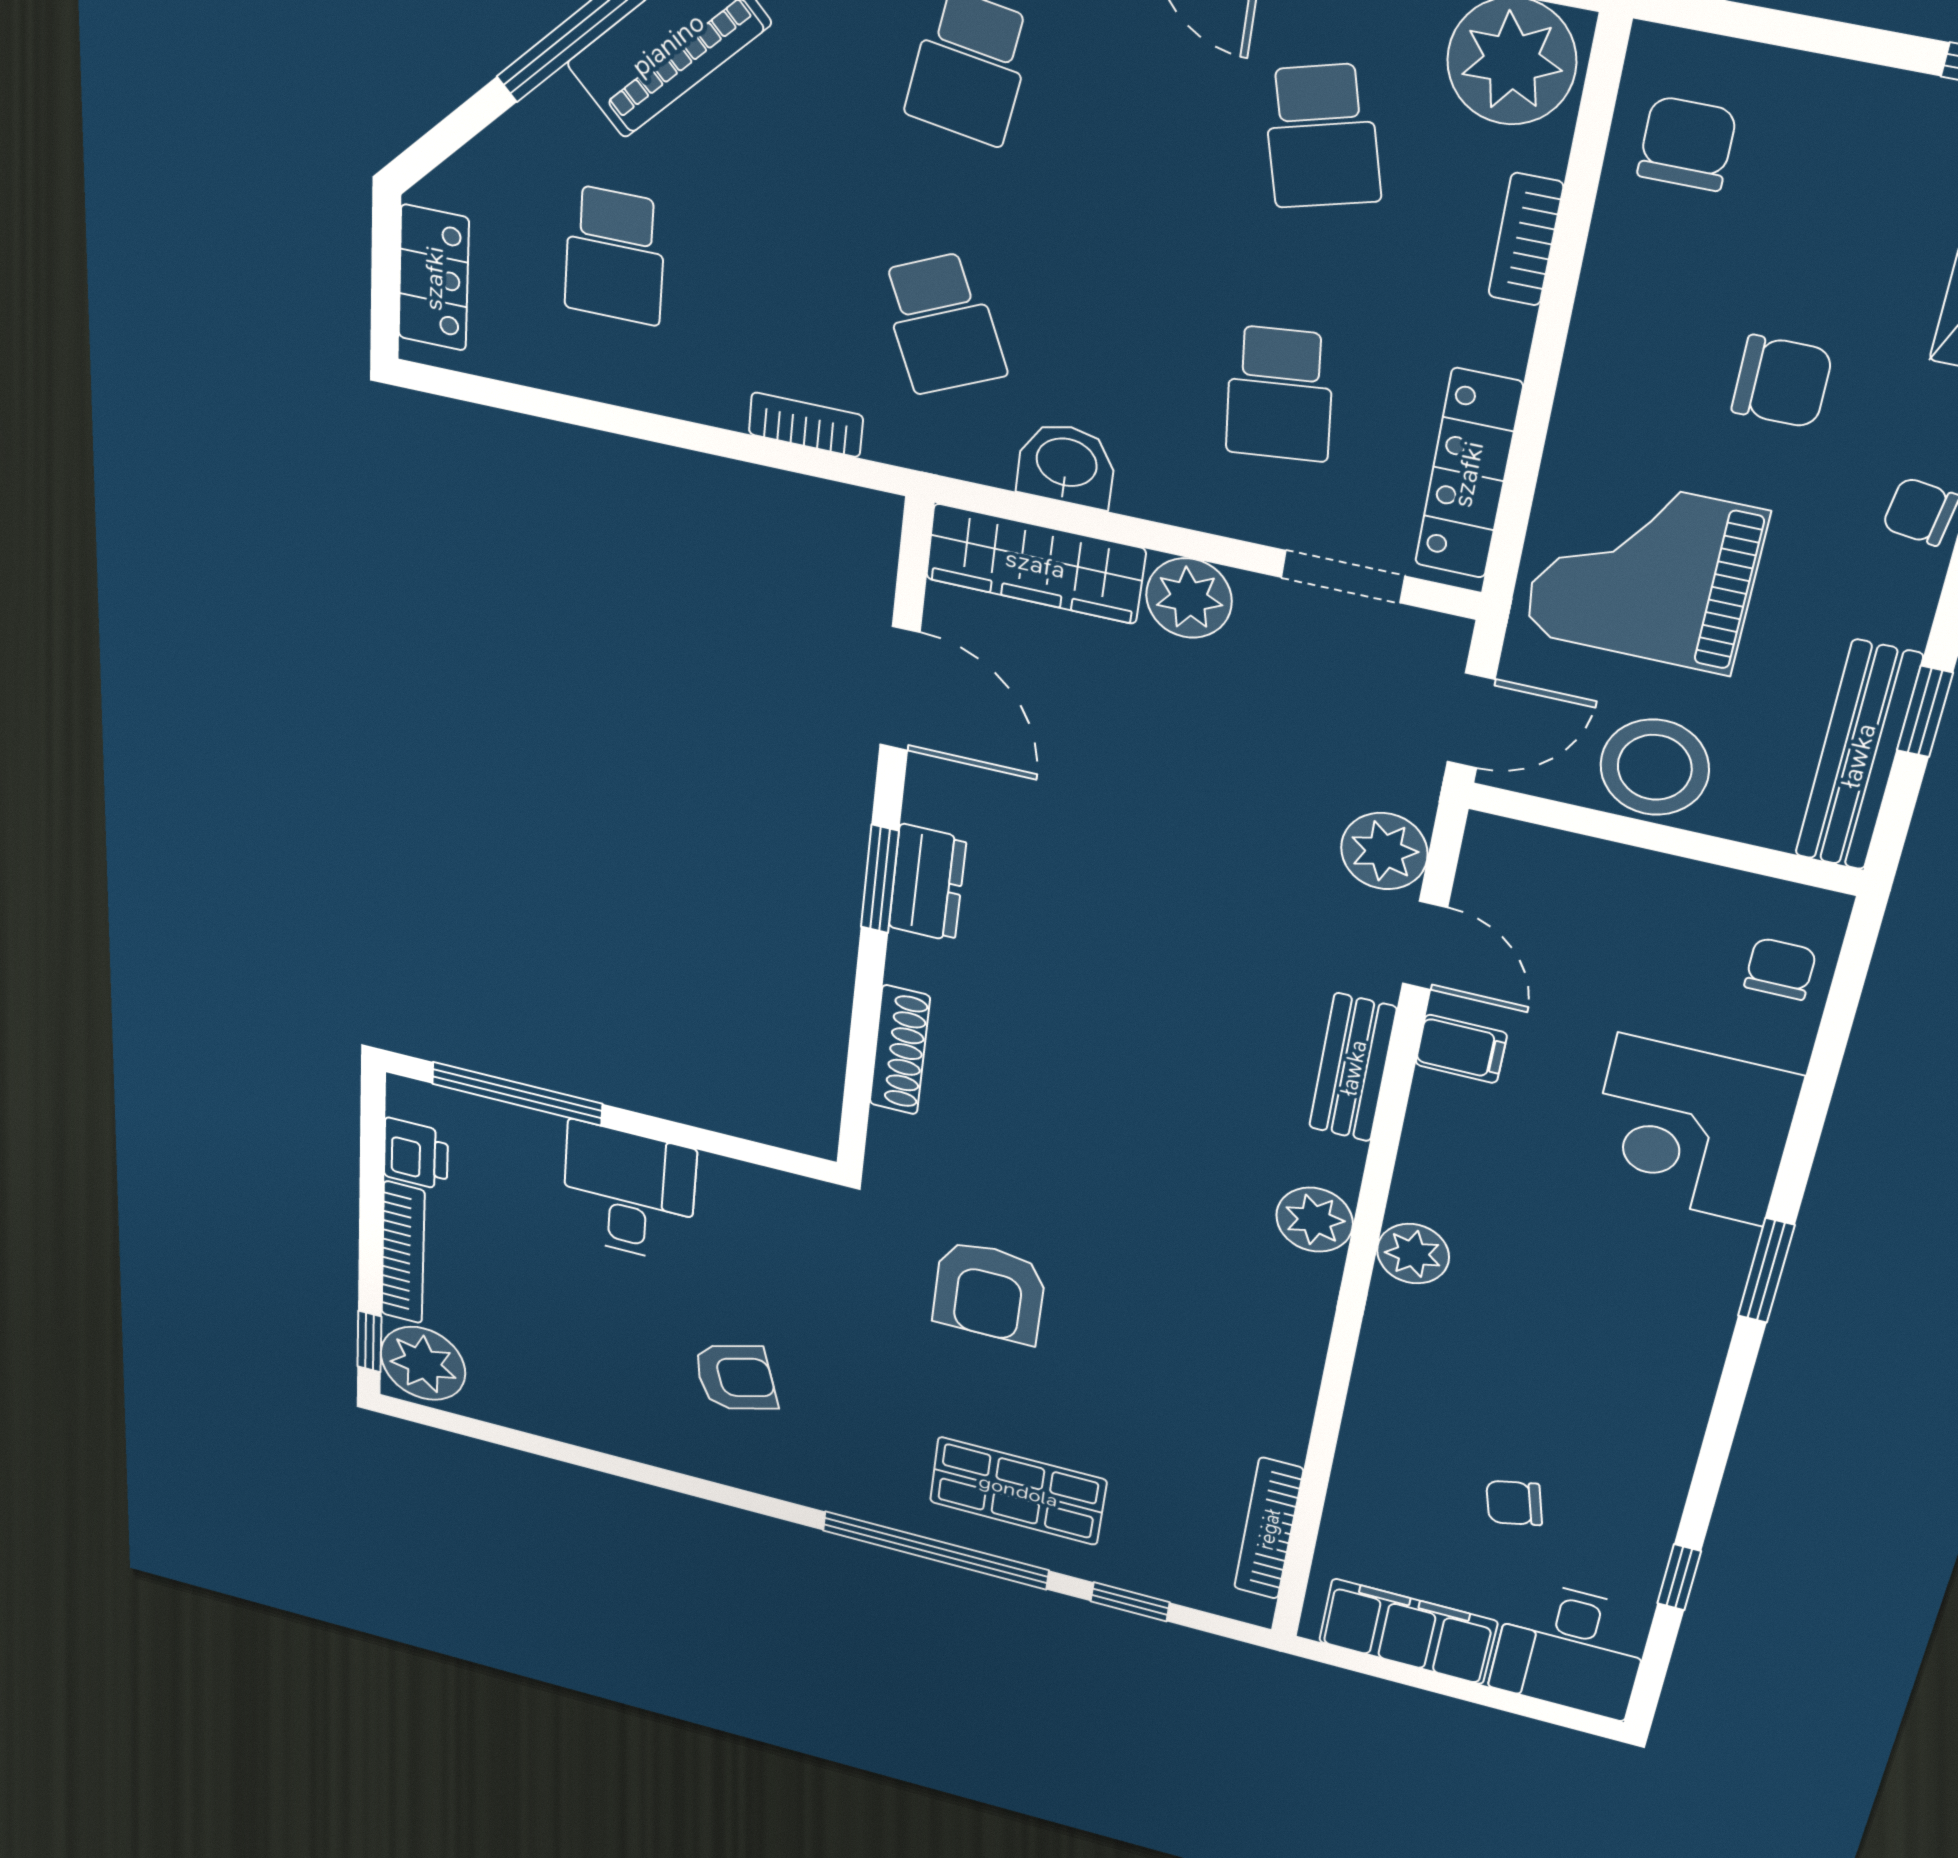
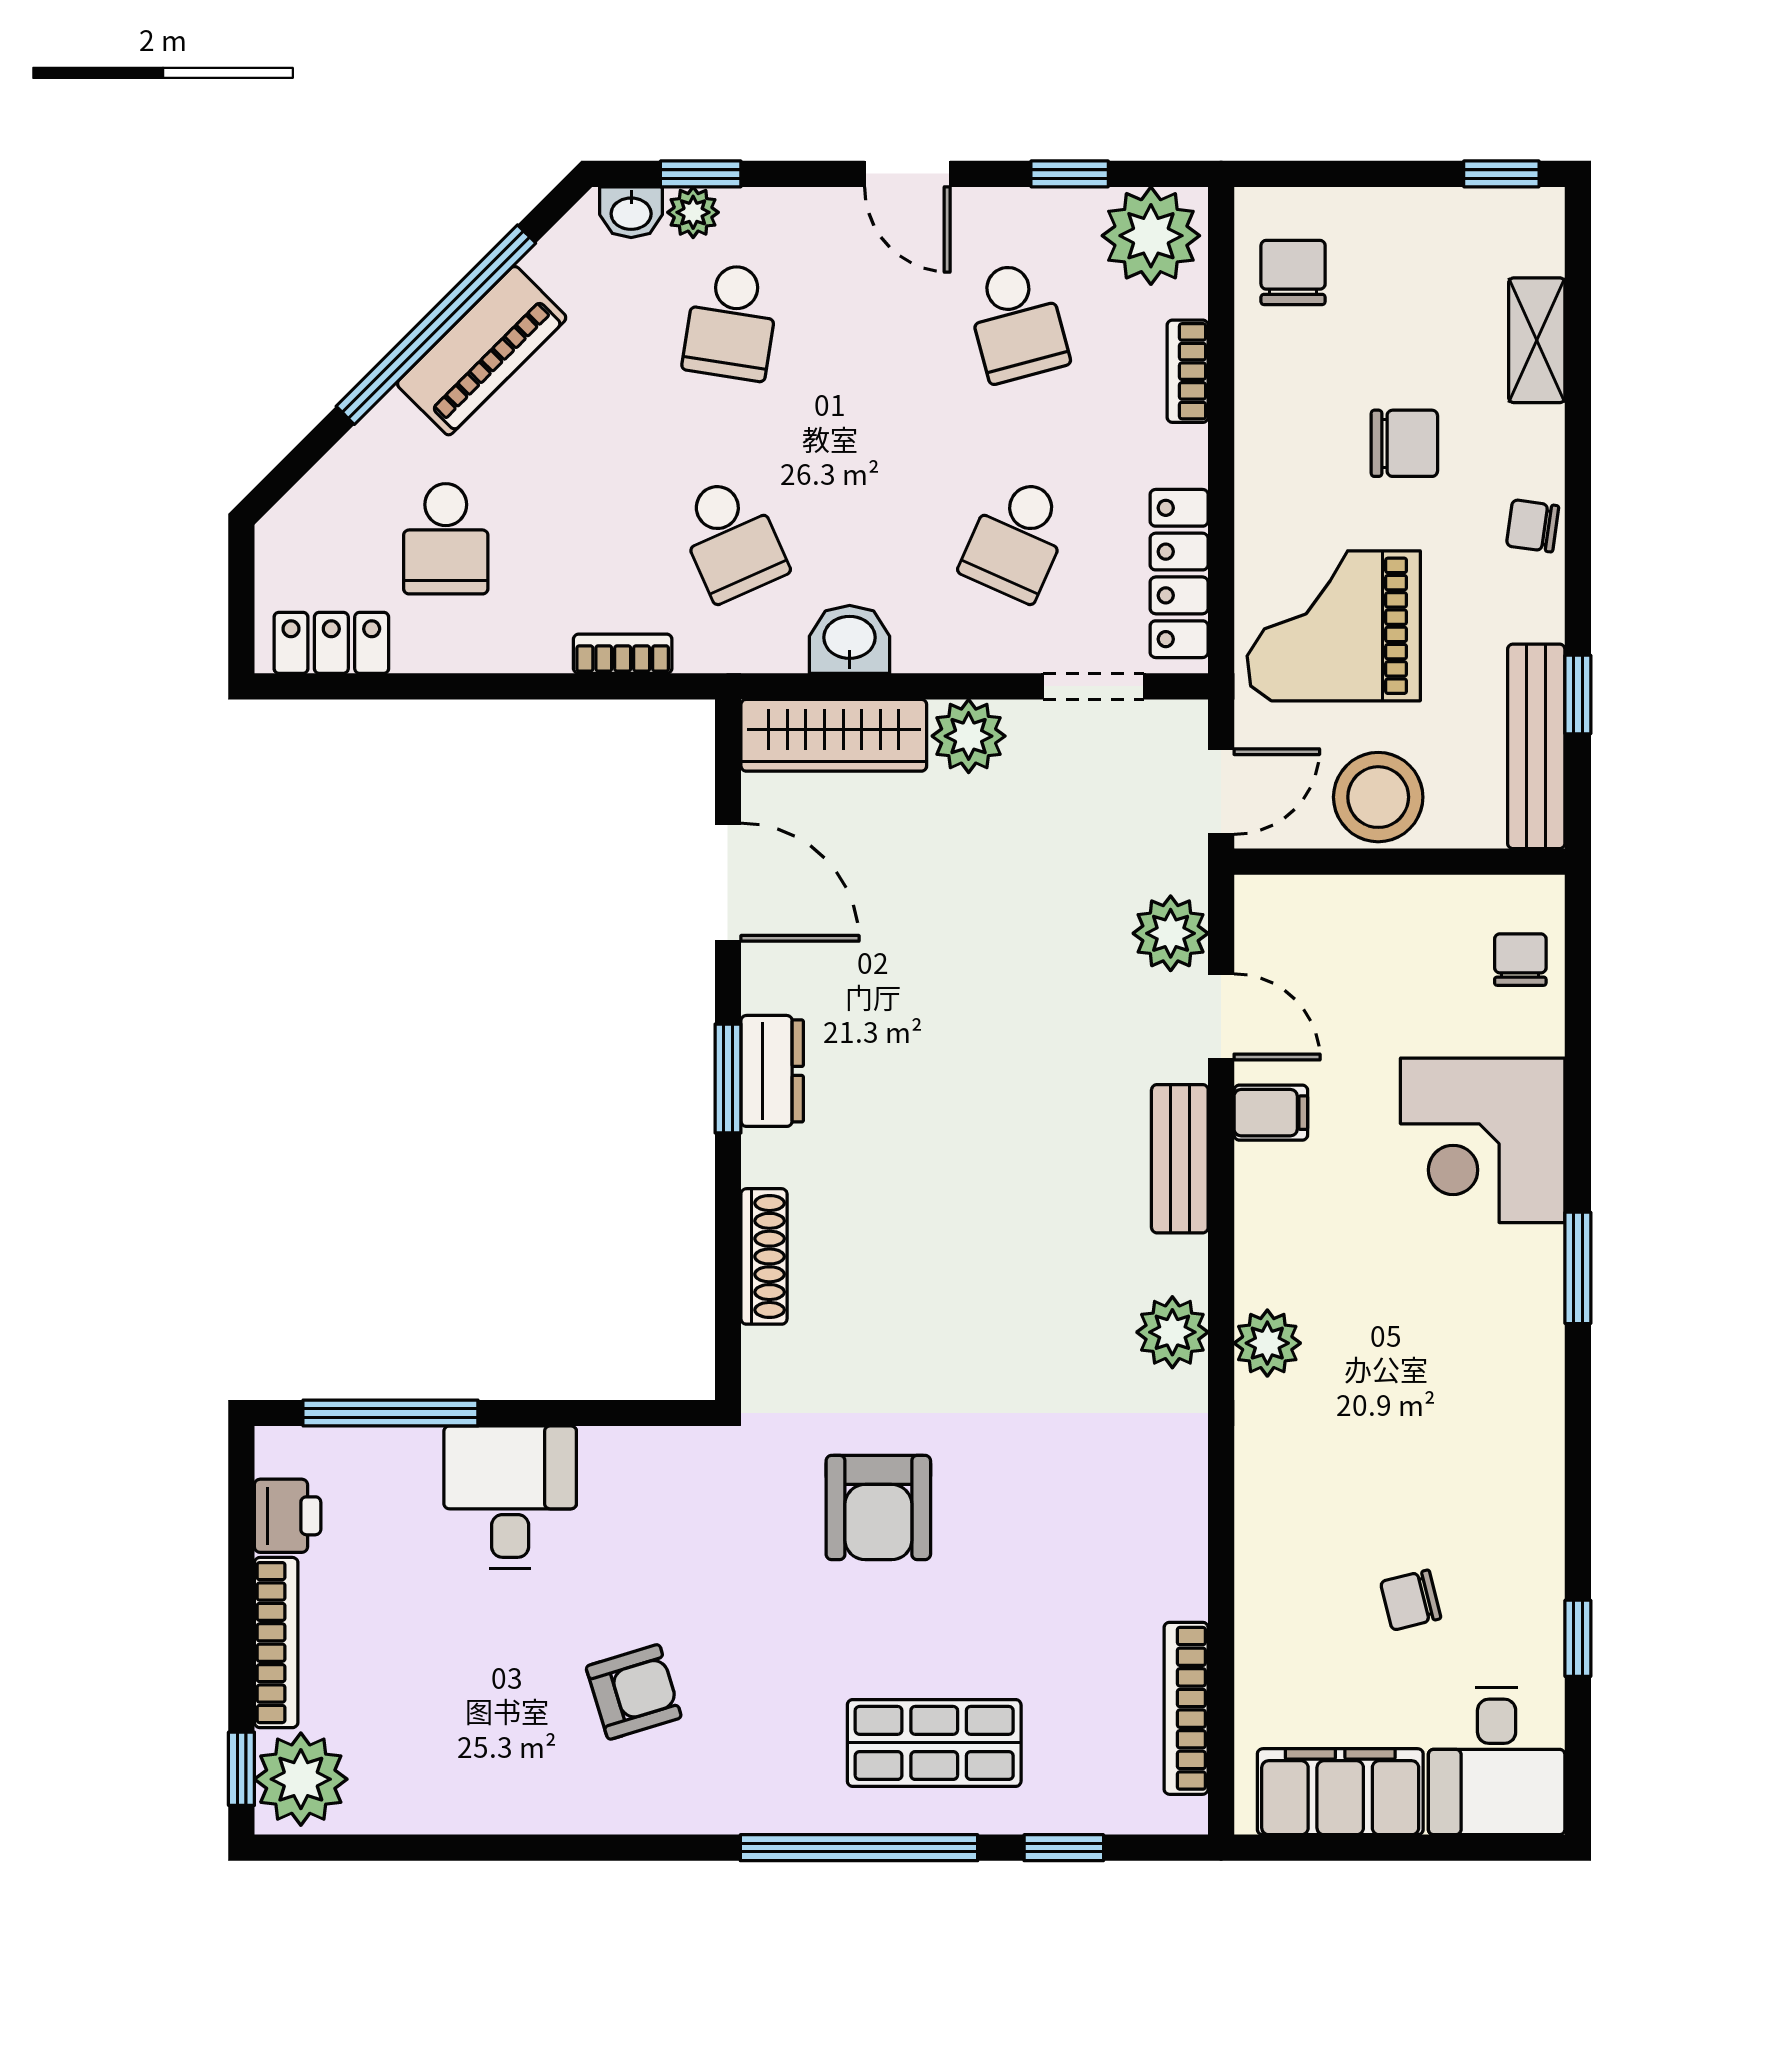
locker: (434, 278) -> (331, 643), moved, turned -90
school desk: (1280, 394) -> (1017, 539), turned 30

